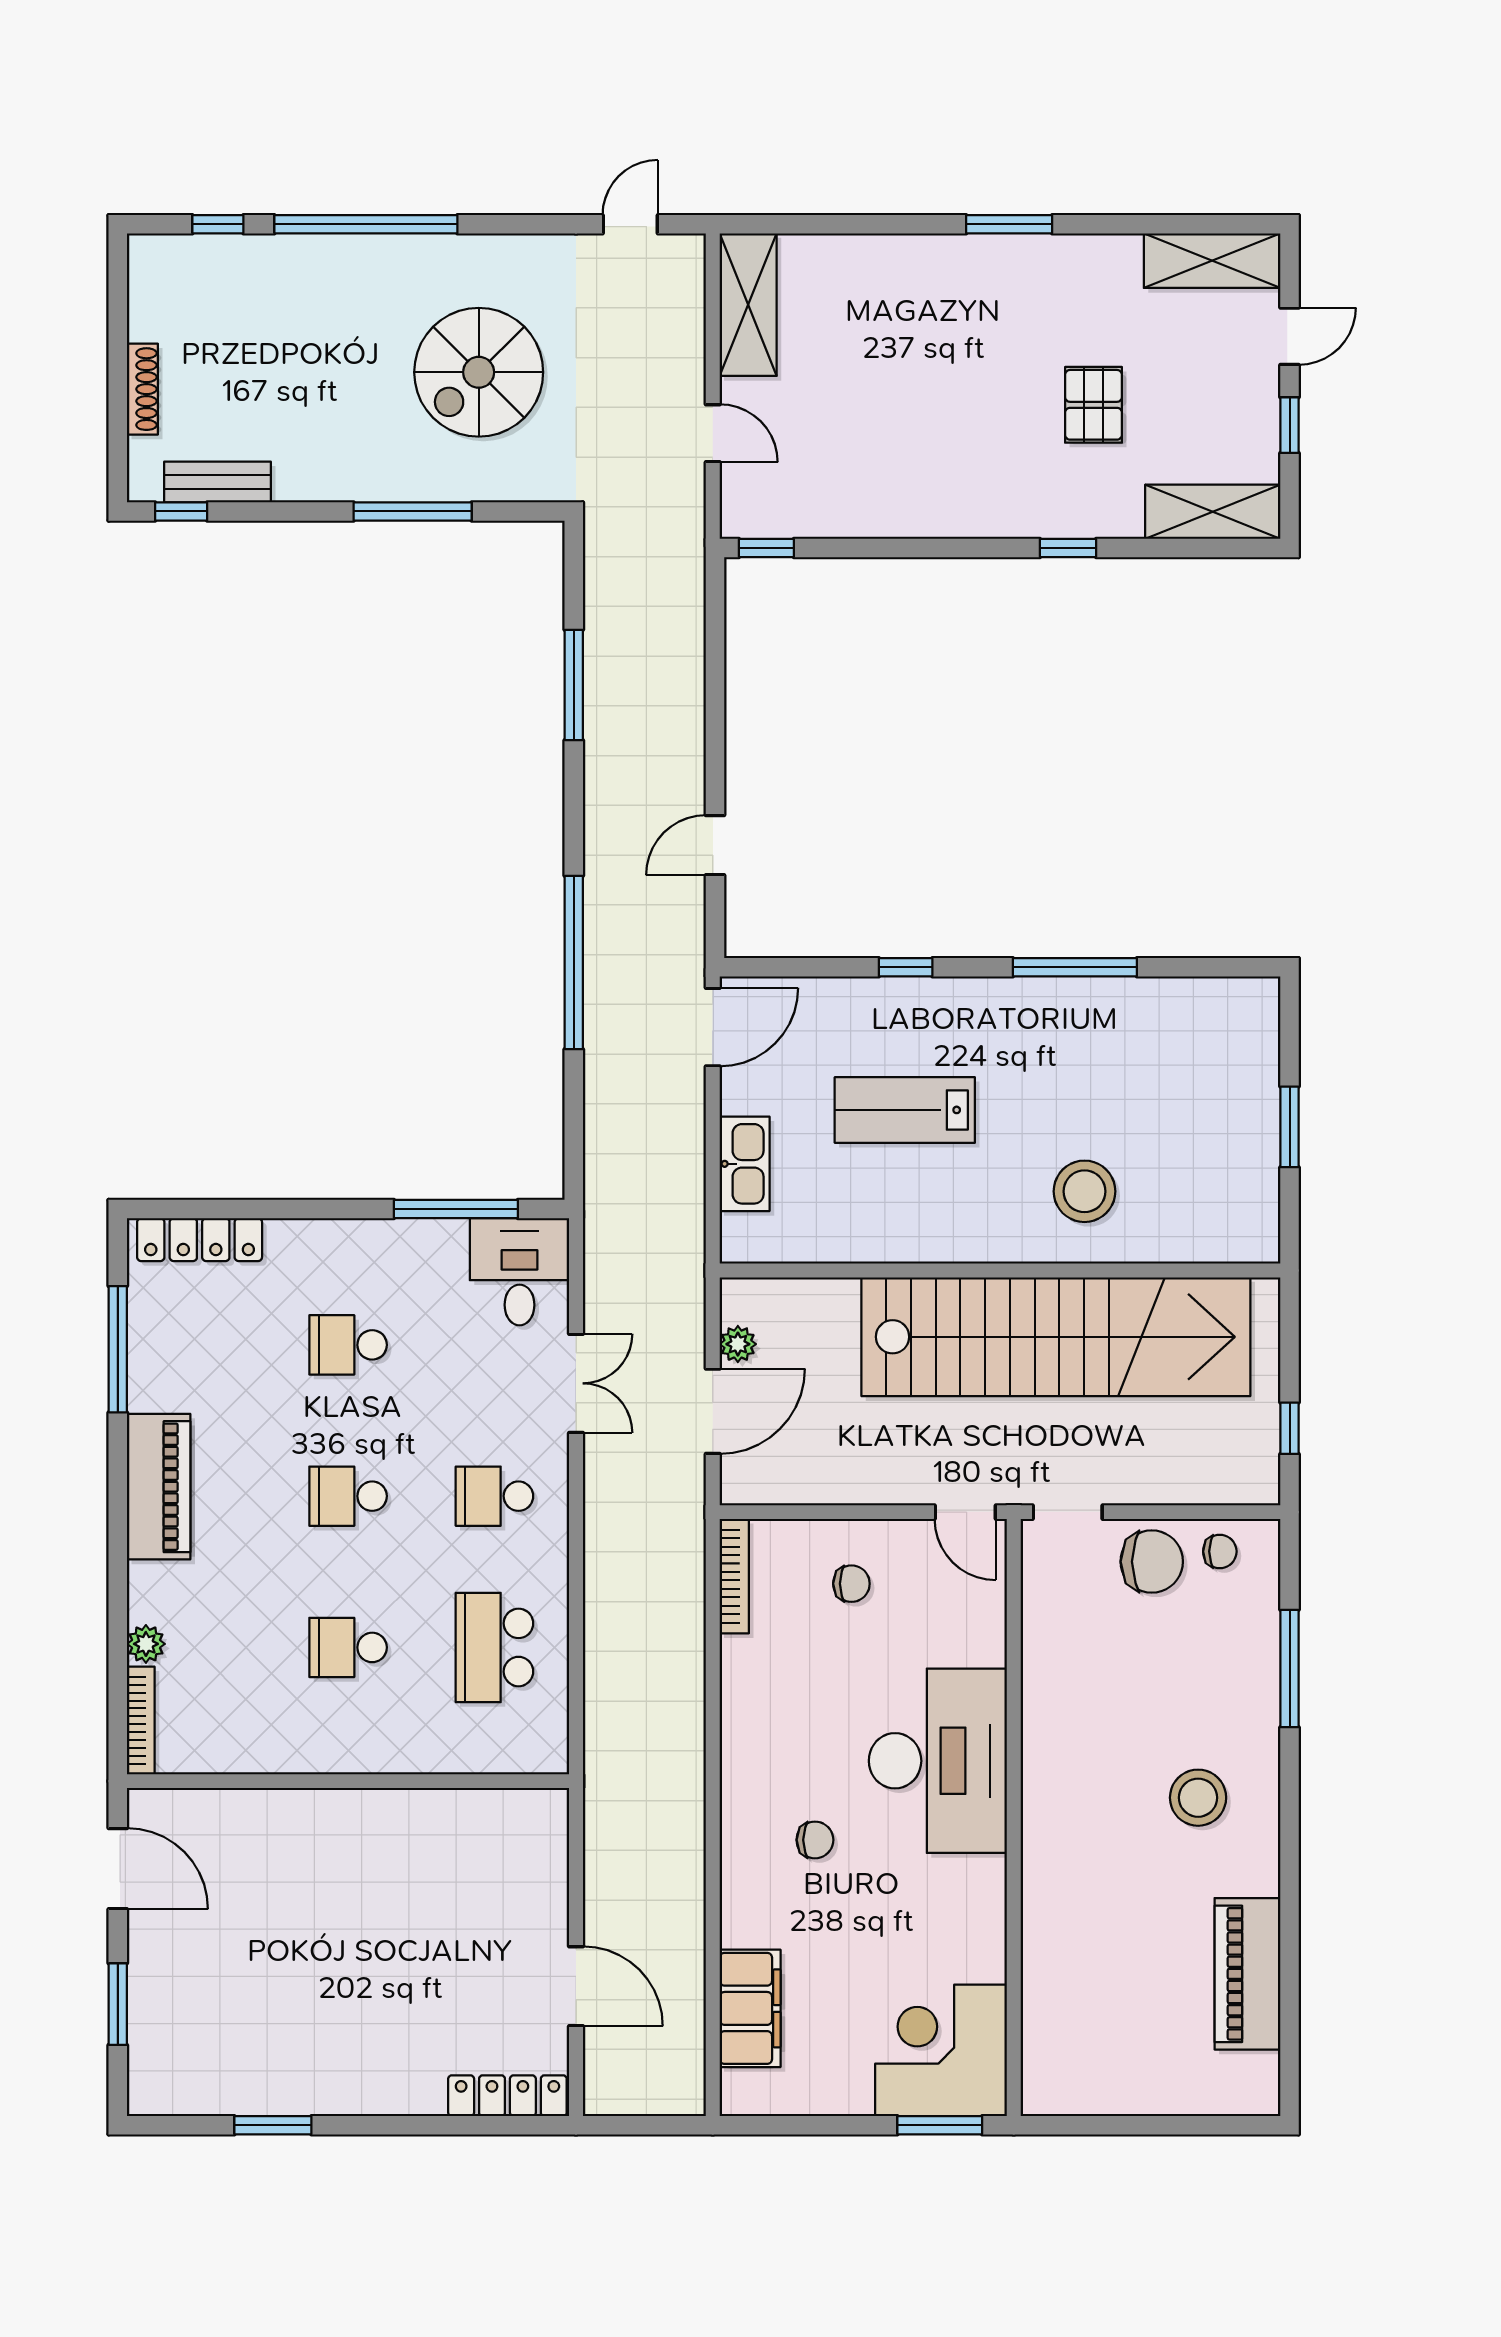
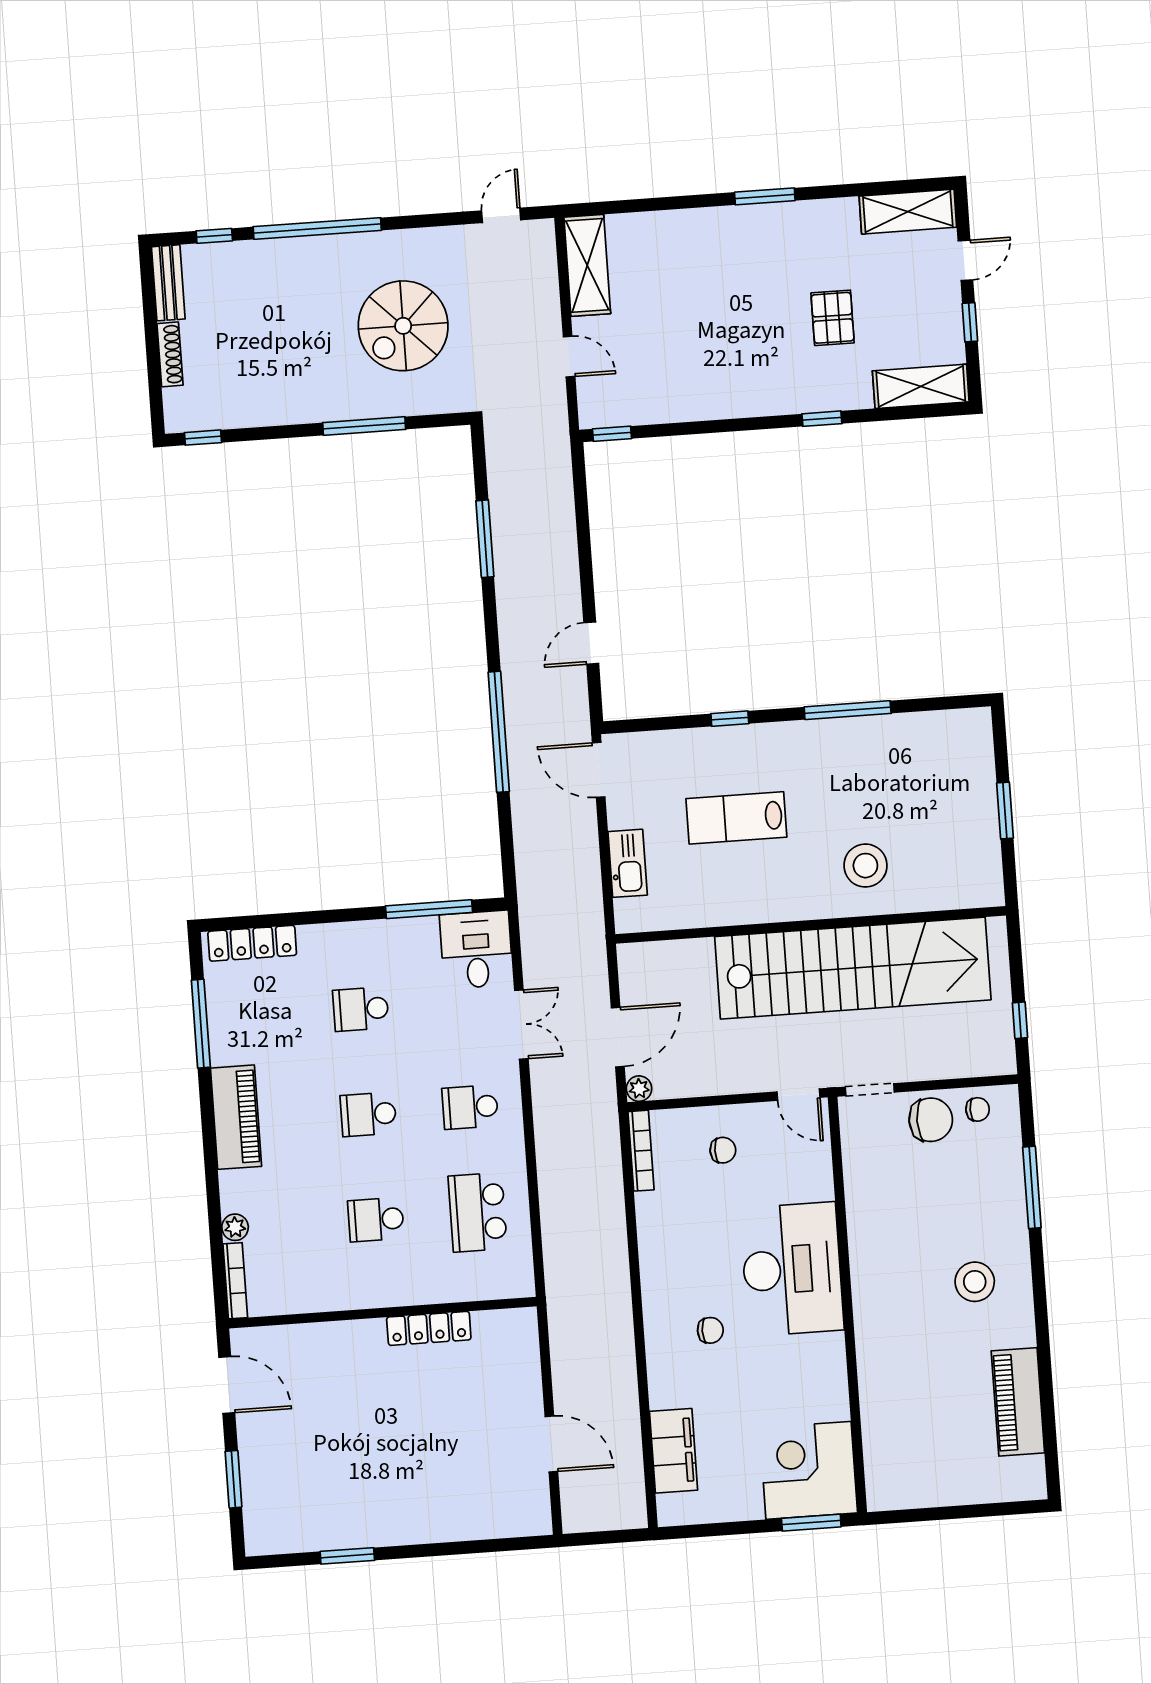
bench: (217, 482) -> (168, 283), moved, turned 90
door: (713, 1027) -> (599, 770), swing flipped
plant: (738, 1344) -> (639, 1089), moved
locker: (507, 2096) -> (429, 1328), moved, turned 180

